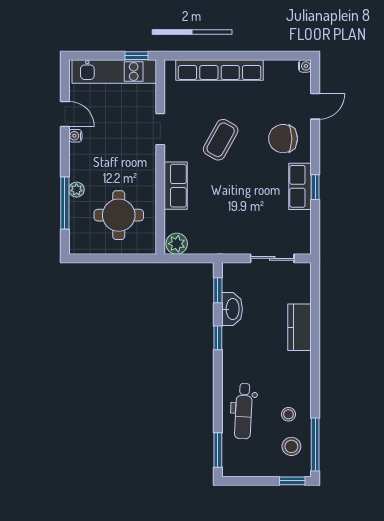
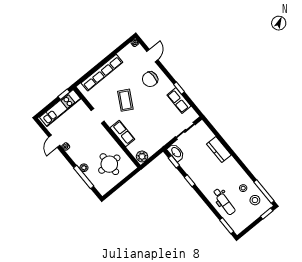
door: (65, 114) -> (54, 141), swing flipped
row of seats: (300, 186) -> (179, 101), moved
washbasin: (232, 309) -> (176, 152), moved

